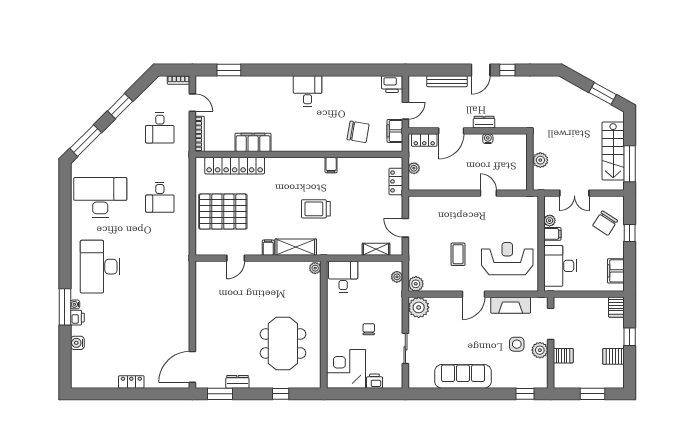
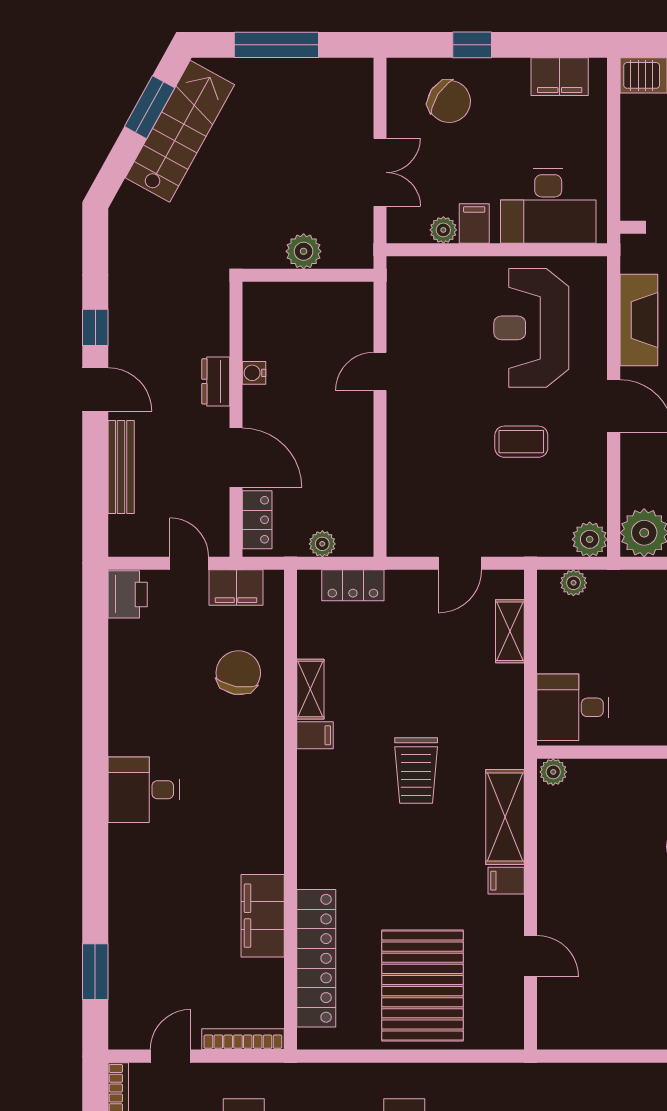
stairs: (613, 151) -> (180, 131), moved, turned -61
shelving: (351, 163) -> (310, 689), added
window: (630, 164) -> (276, 45), moved

